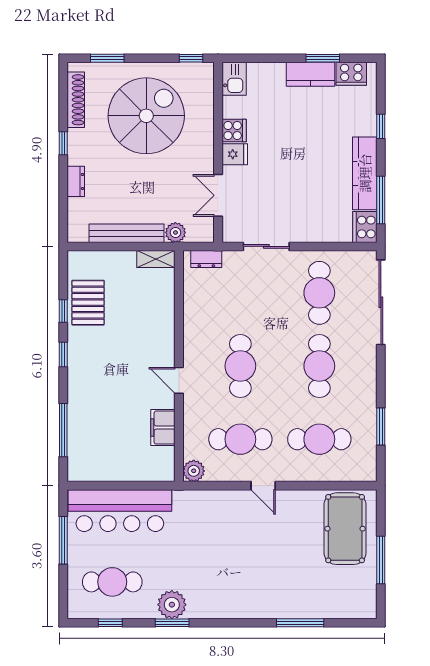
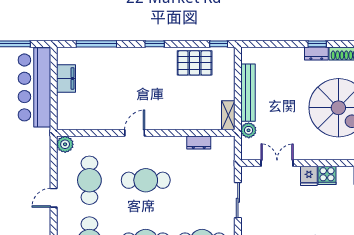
dresser: (76, 181) -> (316, 54), moved
dresser: (206, 259) -> (199, 143), moved, turned -90
window: (63, 311) -> (219, 44), moved
filing cabinet: (163, 428) -> (66, 78), moved, turned 90

